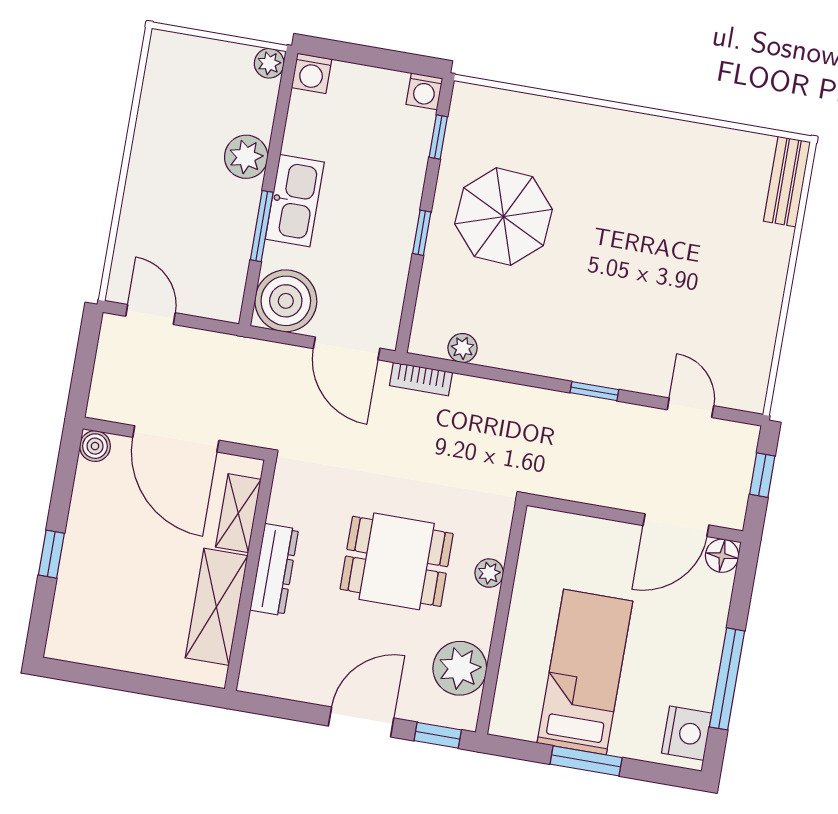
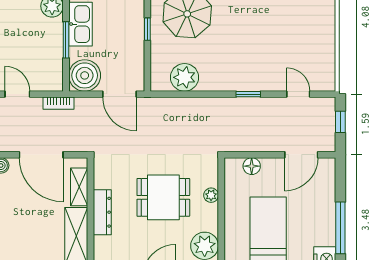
plant: (463, 348) -> (185, 77), width x1.88, depth x1.88
bookcase: (421, 379) -> (59, 103), moved
floor lamp: (722, 556) -> (252, 166), moved

